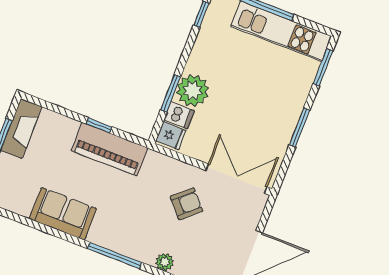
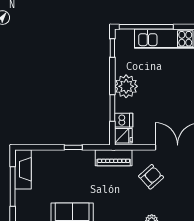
plant: (193, 91) -> (126, 86), moved
piano: (109, 149) -> (114, 158), moved, width x0.73, depth x0.75

